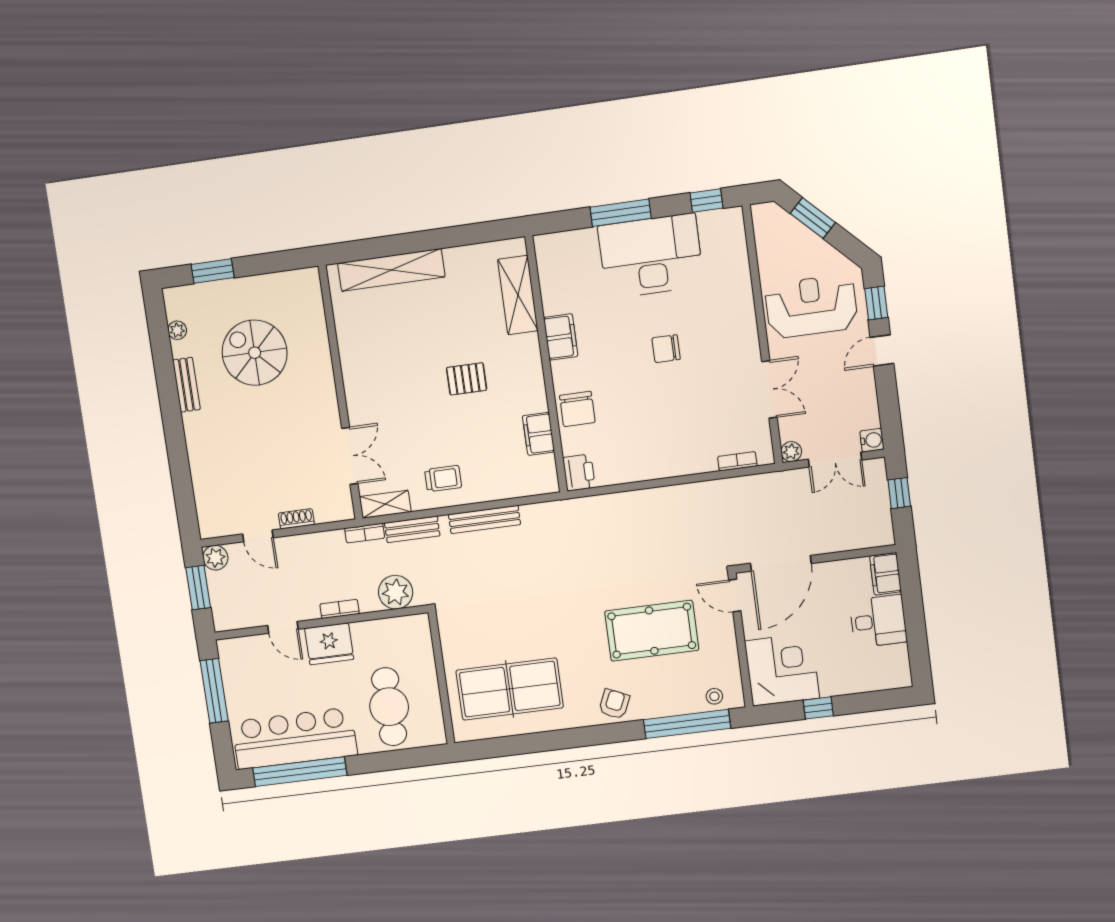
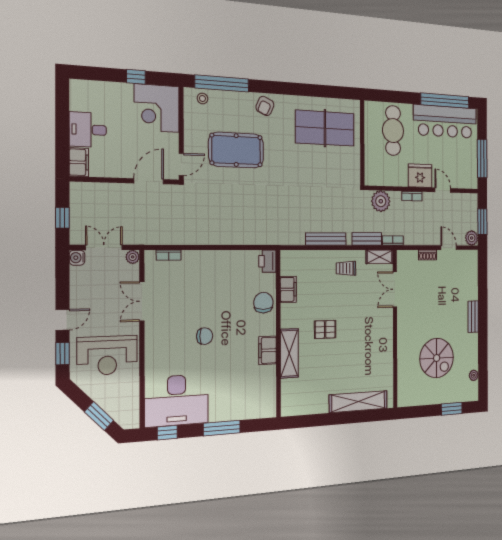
desk: (651, 256) -> (177, 400), moved
shelving: (518, 295) -> (289, 353), moved
bench: (186, 385) -> (473, 317), moved
door: (781, 563) -> (149, 181), width x0.73
door: (735, 595) -> (181, 164), hinge flipped

